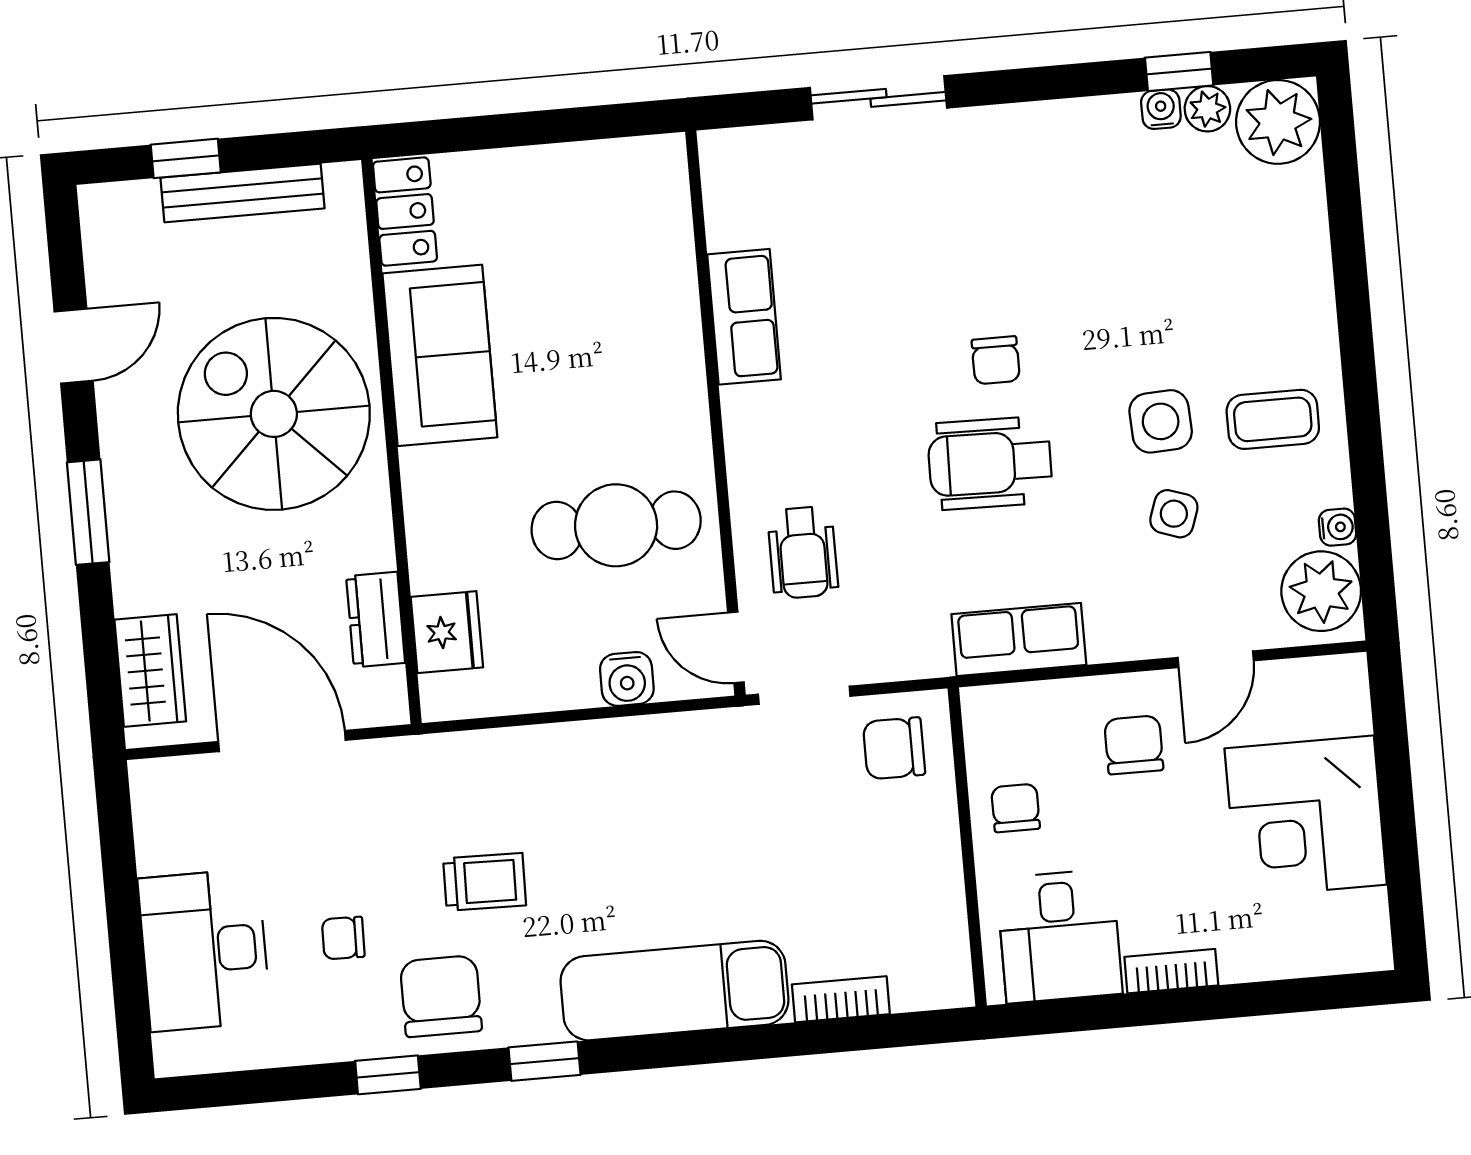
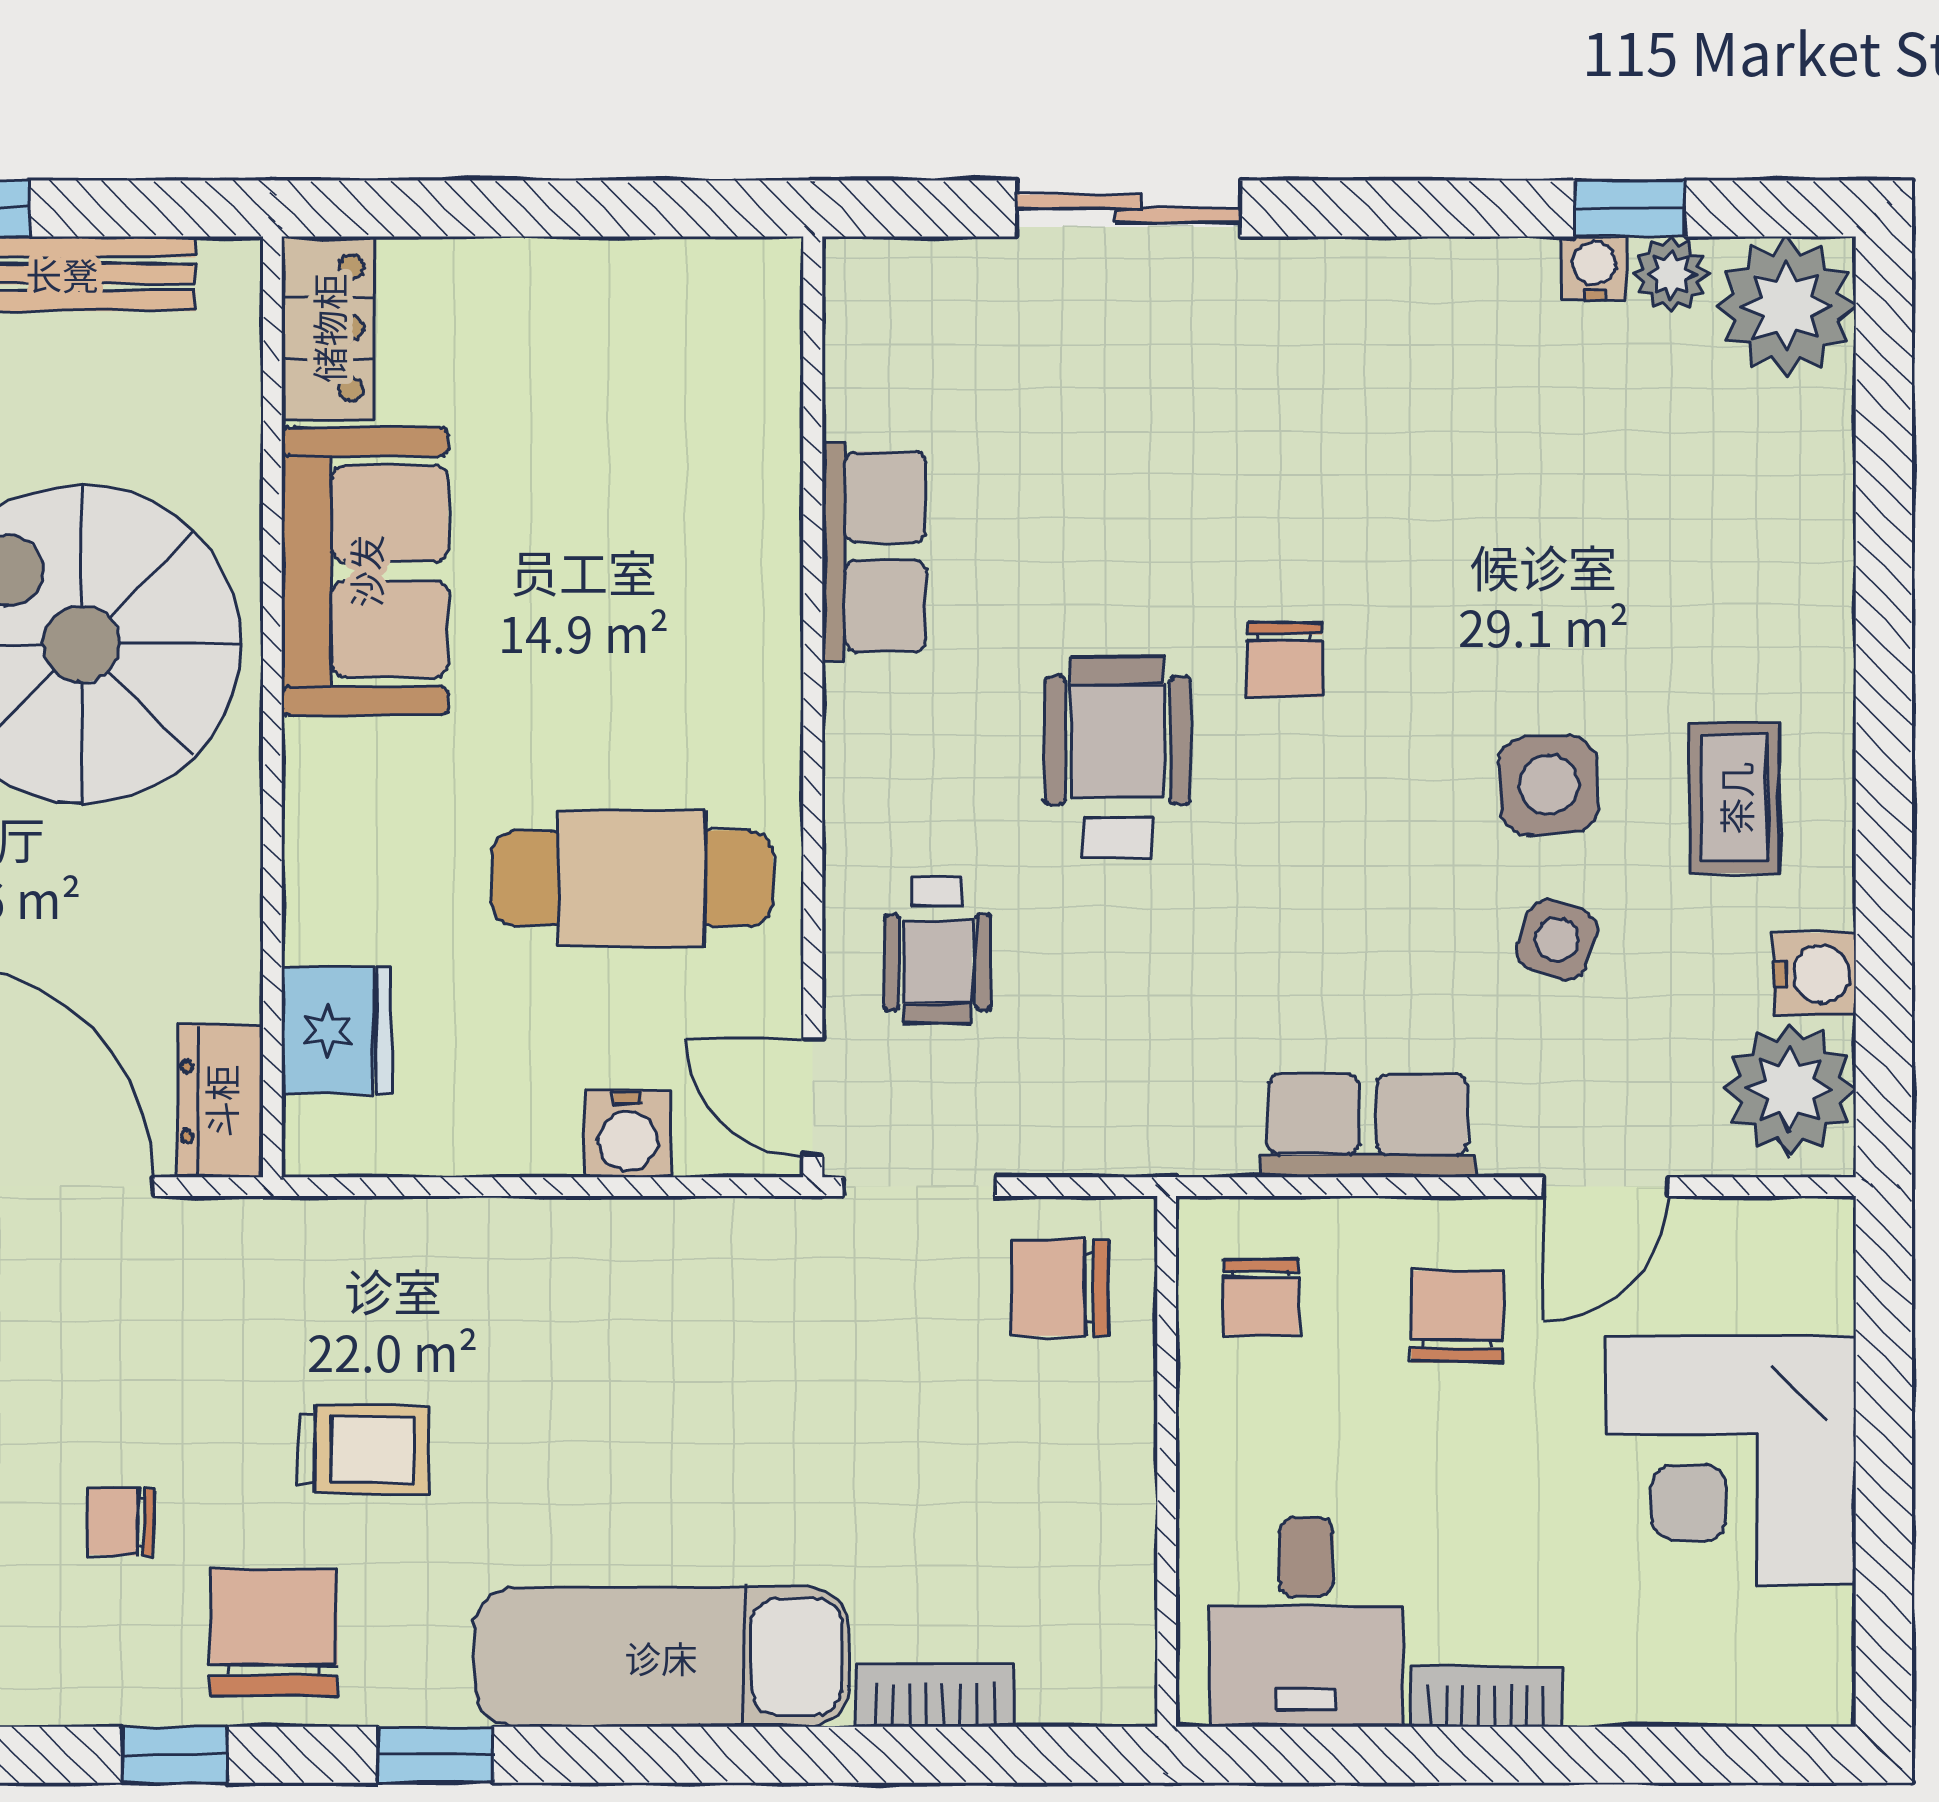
coffee table: (1273, 419) -> (1735, 798), turned 90
wheelchair: (990, 463) -> (1117, 757), moved, turned 89
water cooler: (1338, 527) -> (1815, 974), width x1.38, depth x1.38
dresser: (376, 620) -> (220, 1101), moved
row of seats: (1019, 640) -> (1368, 1126), moved
chair: (1016, 808) -> (1261, 1297), moved, turned 180

